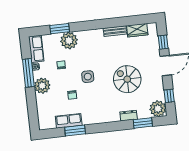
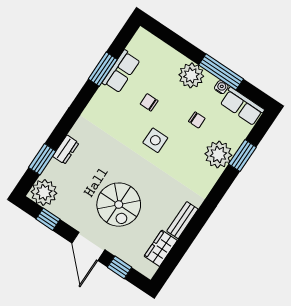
spiral stairs: (127, 79) -> (119, 205), moved, turned 90

